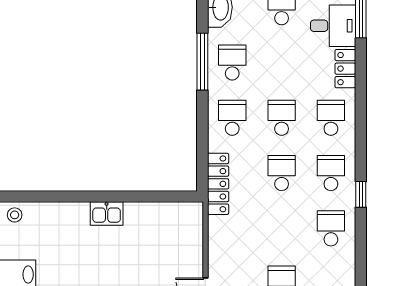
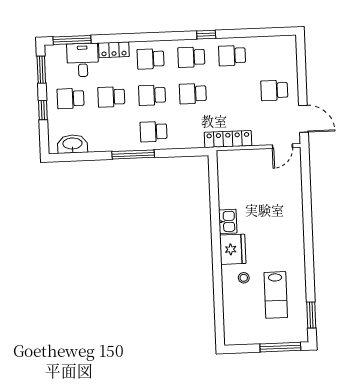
window: (202, 62) -> (133, 154), moved
school desk: (232, 62) -> (111, 97), moved
locker: (218, 184) -> (228, 139), moved
stool: (15, 215) -> (244, 278), moved
fridge: (69, 219) -> (233, 249), added

